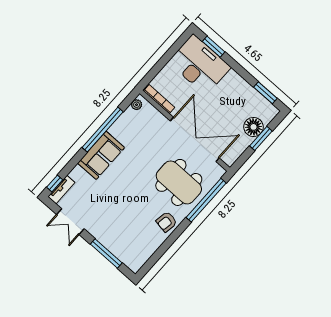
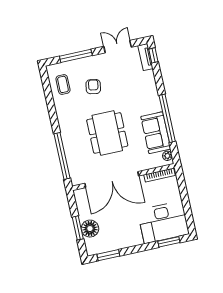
sofa: (101, 155) -> (156, 133), moved
dining table: (179, 182) -> (107, 133), moved, turned 90
armchair: (167, 222) -> (93, 87), moved
coffee table: (141, 246) -> (63, 84), added

